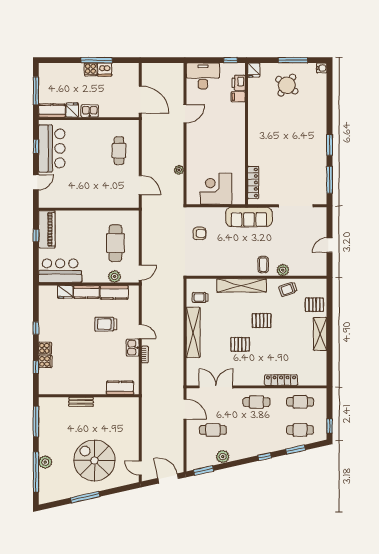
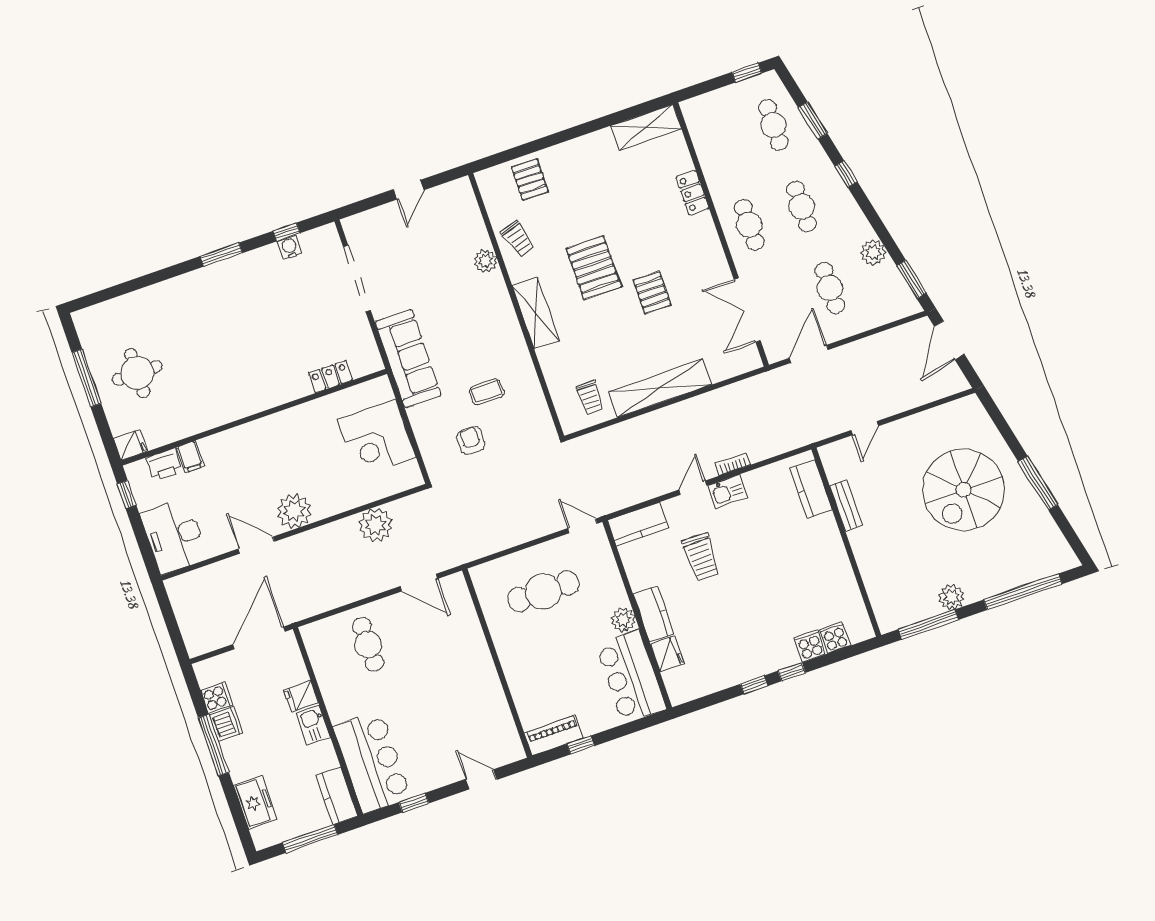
water cooler: (322, 68) -> (290, 247), moved
cooker: (90, 69) -> (217, 698), moved
freezer: (62, 71) -> (255, 802), added
round table: (287, 85) -> (137, 373), turned -36
fridge: (72, 110) -> (301, 696), moved
plant: (195, 137) -> (294, 511), added
bar counter: (52, 148) -> (372, 762), moved, turned 90
cafe table: (119, 151) -> (368, 645), turned 90
plant: (179, 170) -> (376, 525), width x1.87, depth x1.87
window: (329, 180) -> (287, 232), width x0.46
locker: (253, 182) -> (330, 377), width x0.66
door: (140, 185) -> (419, 583), swing flipped
piano: (47, 229) -> (554, 735), width x0.73, depth x0.75
door: (329, 245) -> (409, 190), hinge flipped
coffee table: (263, 265) -> (487, 392), moved
plant: (115, 277) -> (623, 620), moved
shelving: (242, 285) -> (536, 313), width x0.68
kitchen counter: (114, 292) -> (638, 524), moved, turned 90
pallet: (262, 321) -> (594, 268), width x1.50, depth x1.42
shelving: (320, 334) -> (646, 127), moved
cooker: (45, 348) -> (835, 638), moved
window: (36, 367) -> (792, 672), moved
locker: (281, 380) -> (692, 193), width x0.66
bench: (81, 402) -> (846, 505), moved
cafe table: (300, 402) -> (802, 207), moved
plant: (45, 462) -> (951, 597), moved
door: (140, 468) -> (865, 428), moved

